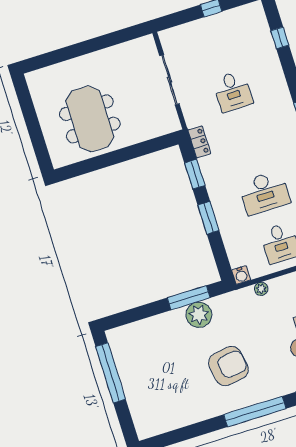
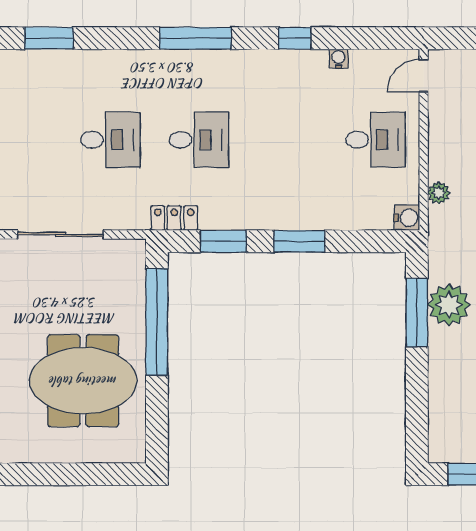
window: (280, 38) -> (49, 38), width x1.50
window: (137, 151) -> (157, 322), added
desk: (264, 193) -> (199, 140), moved, width x0.73

